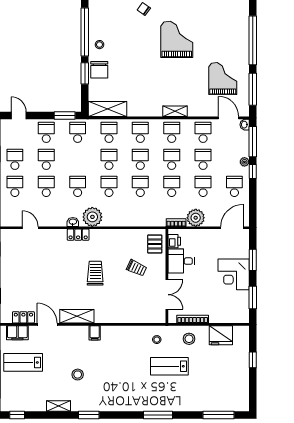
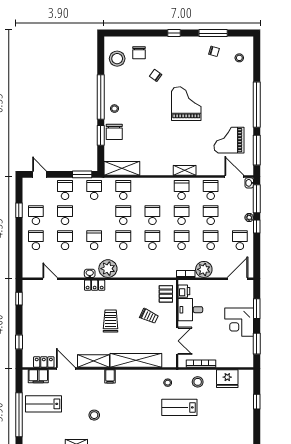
grand piano: (223, 79) -> (229, 140), turned -90
school desk: (140, 132) -> (152, 190), removed
shelving: (123, 316) -> (136, 360), added

